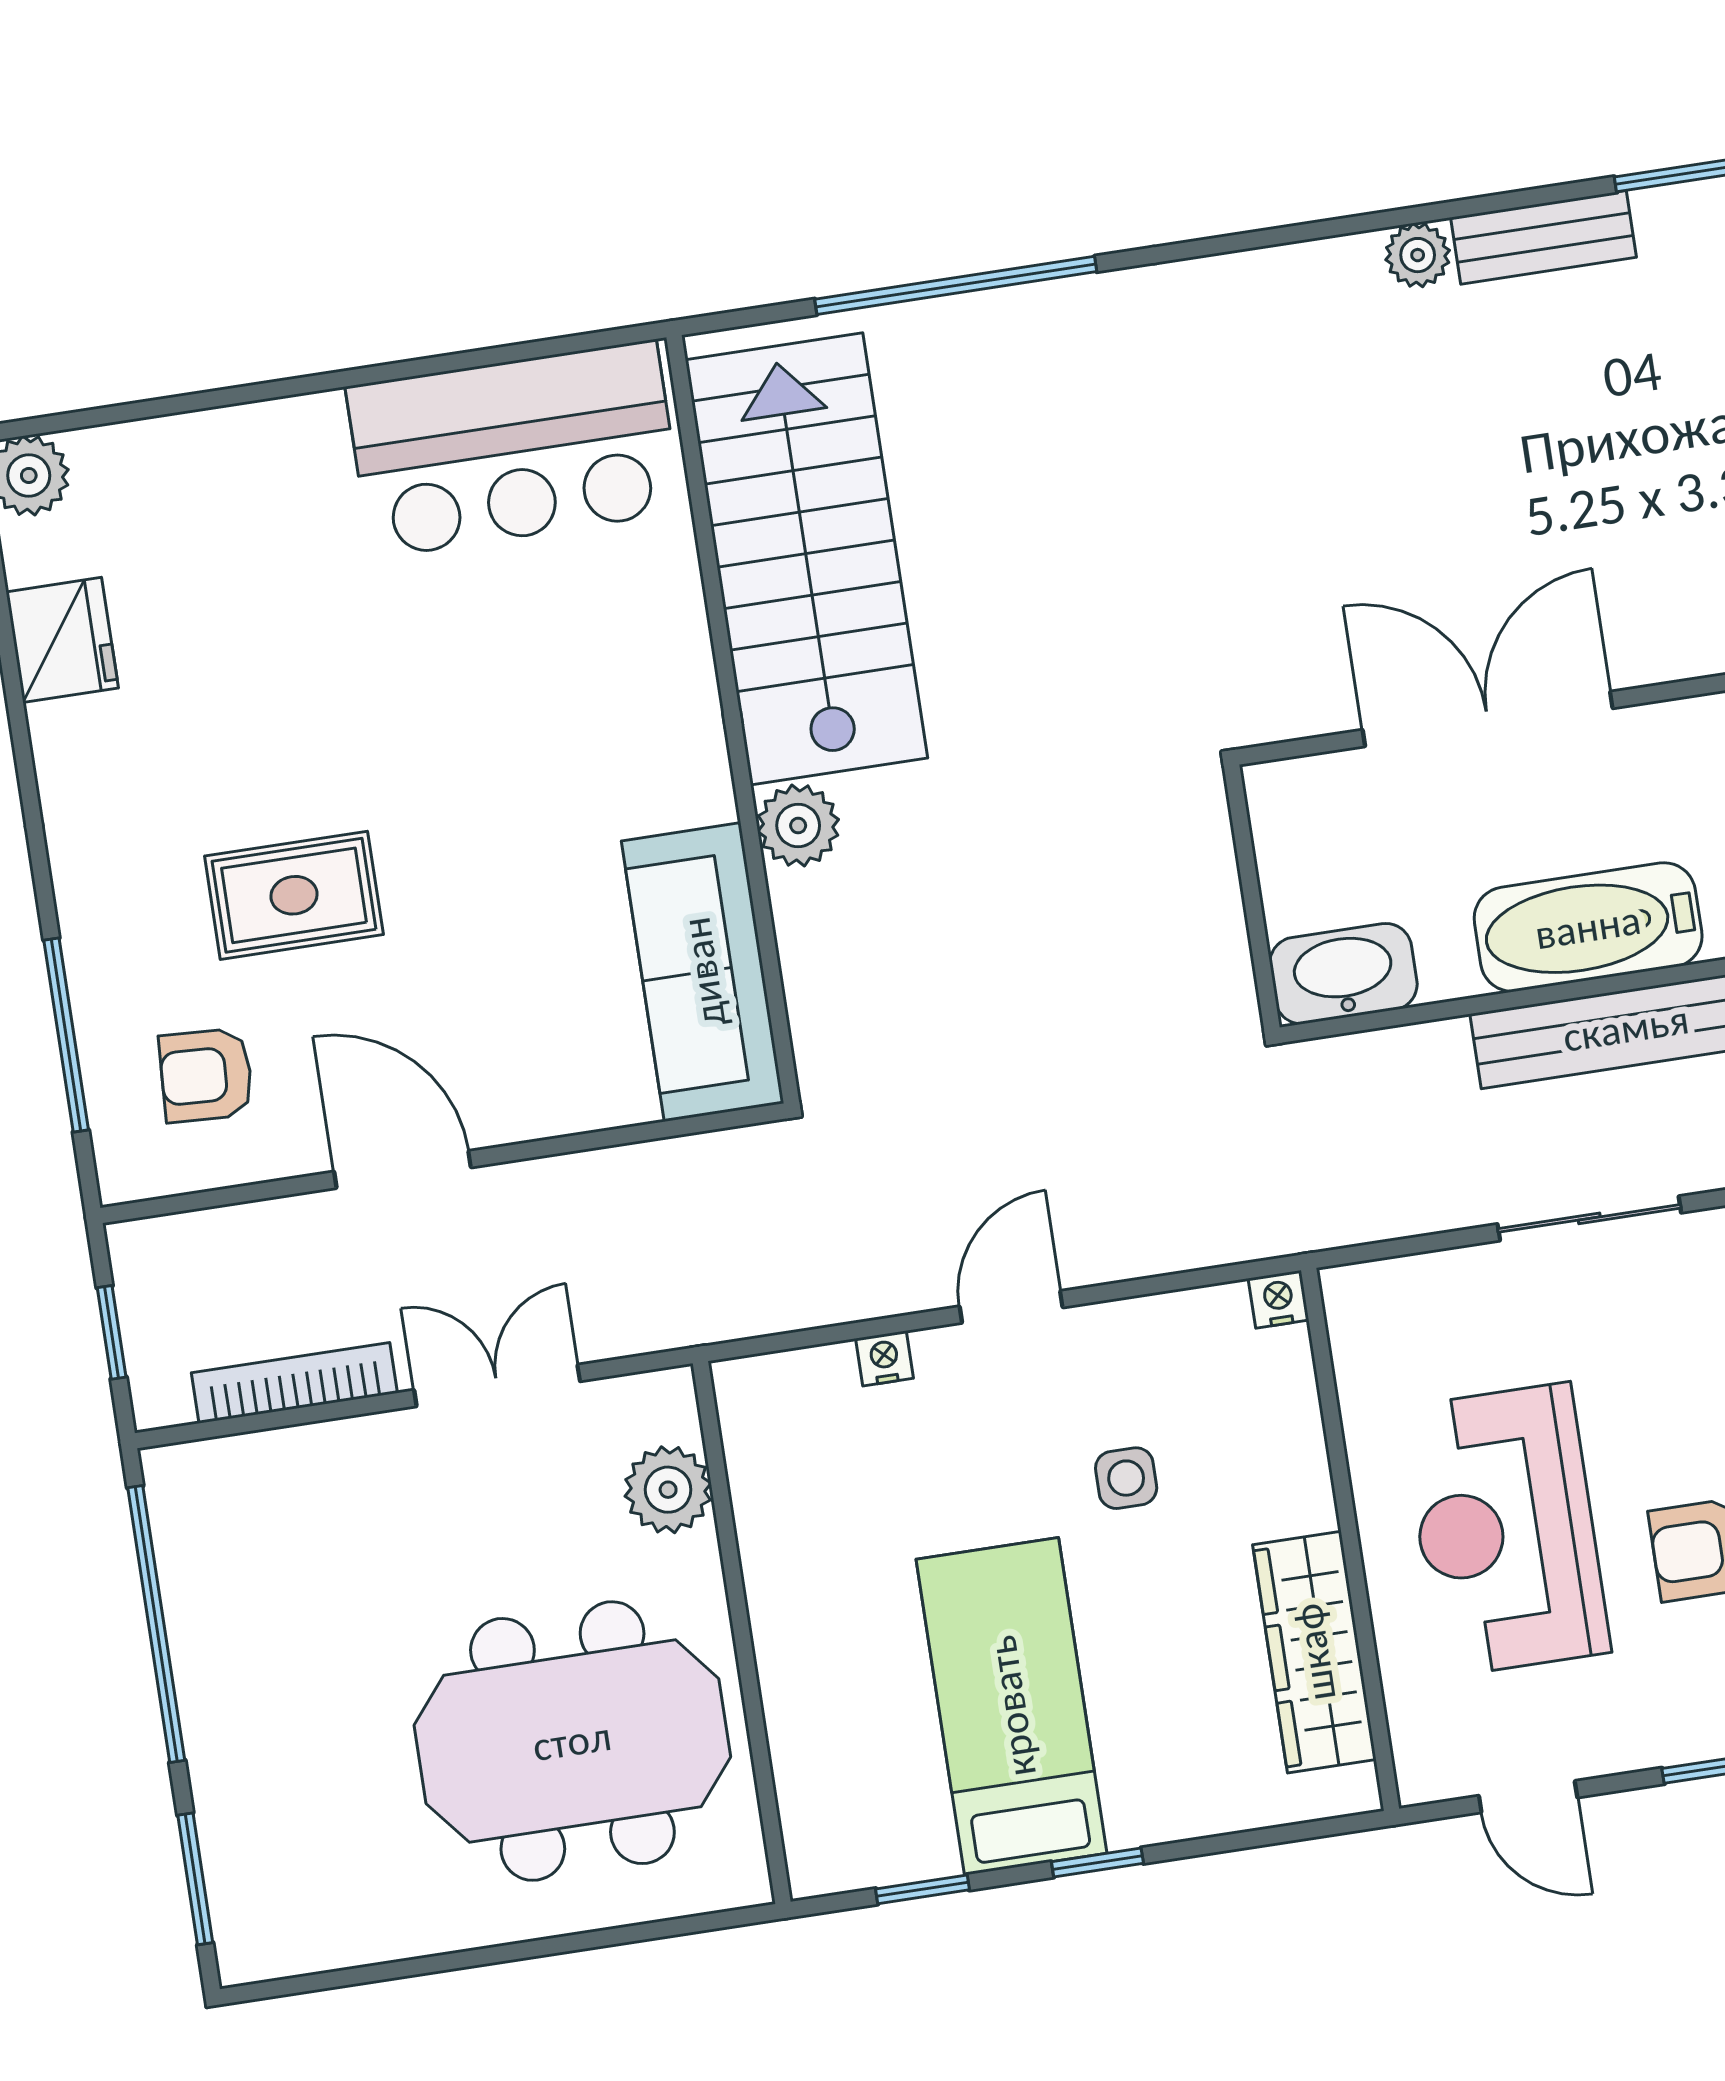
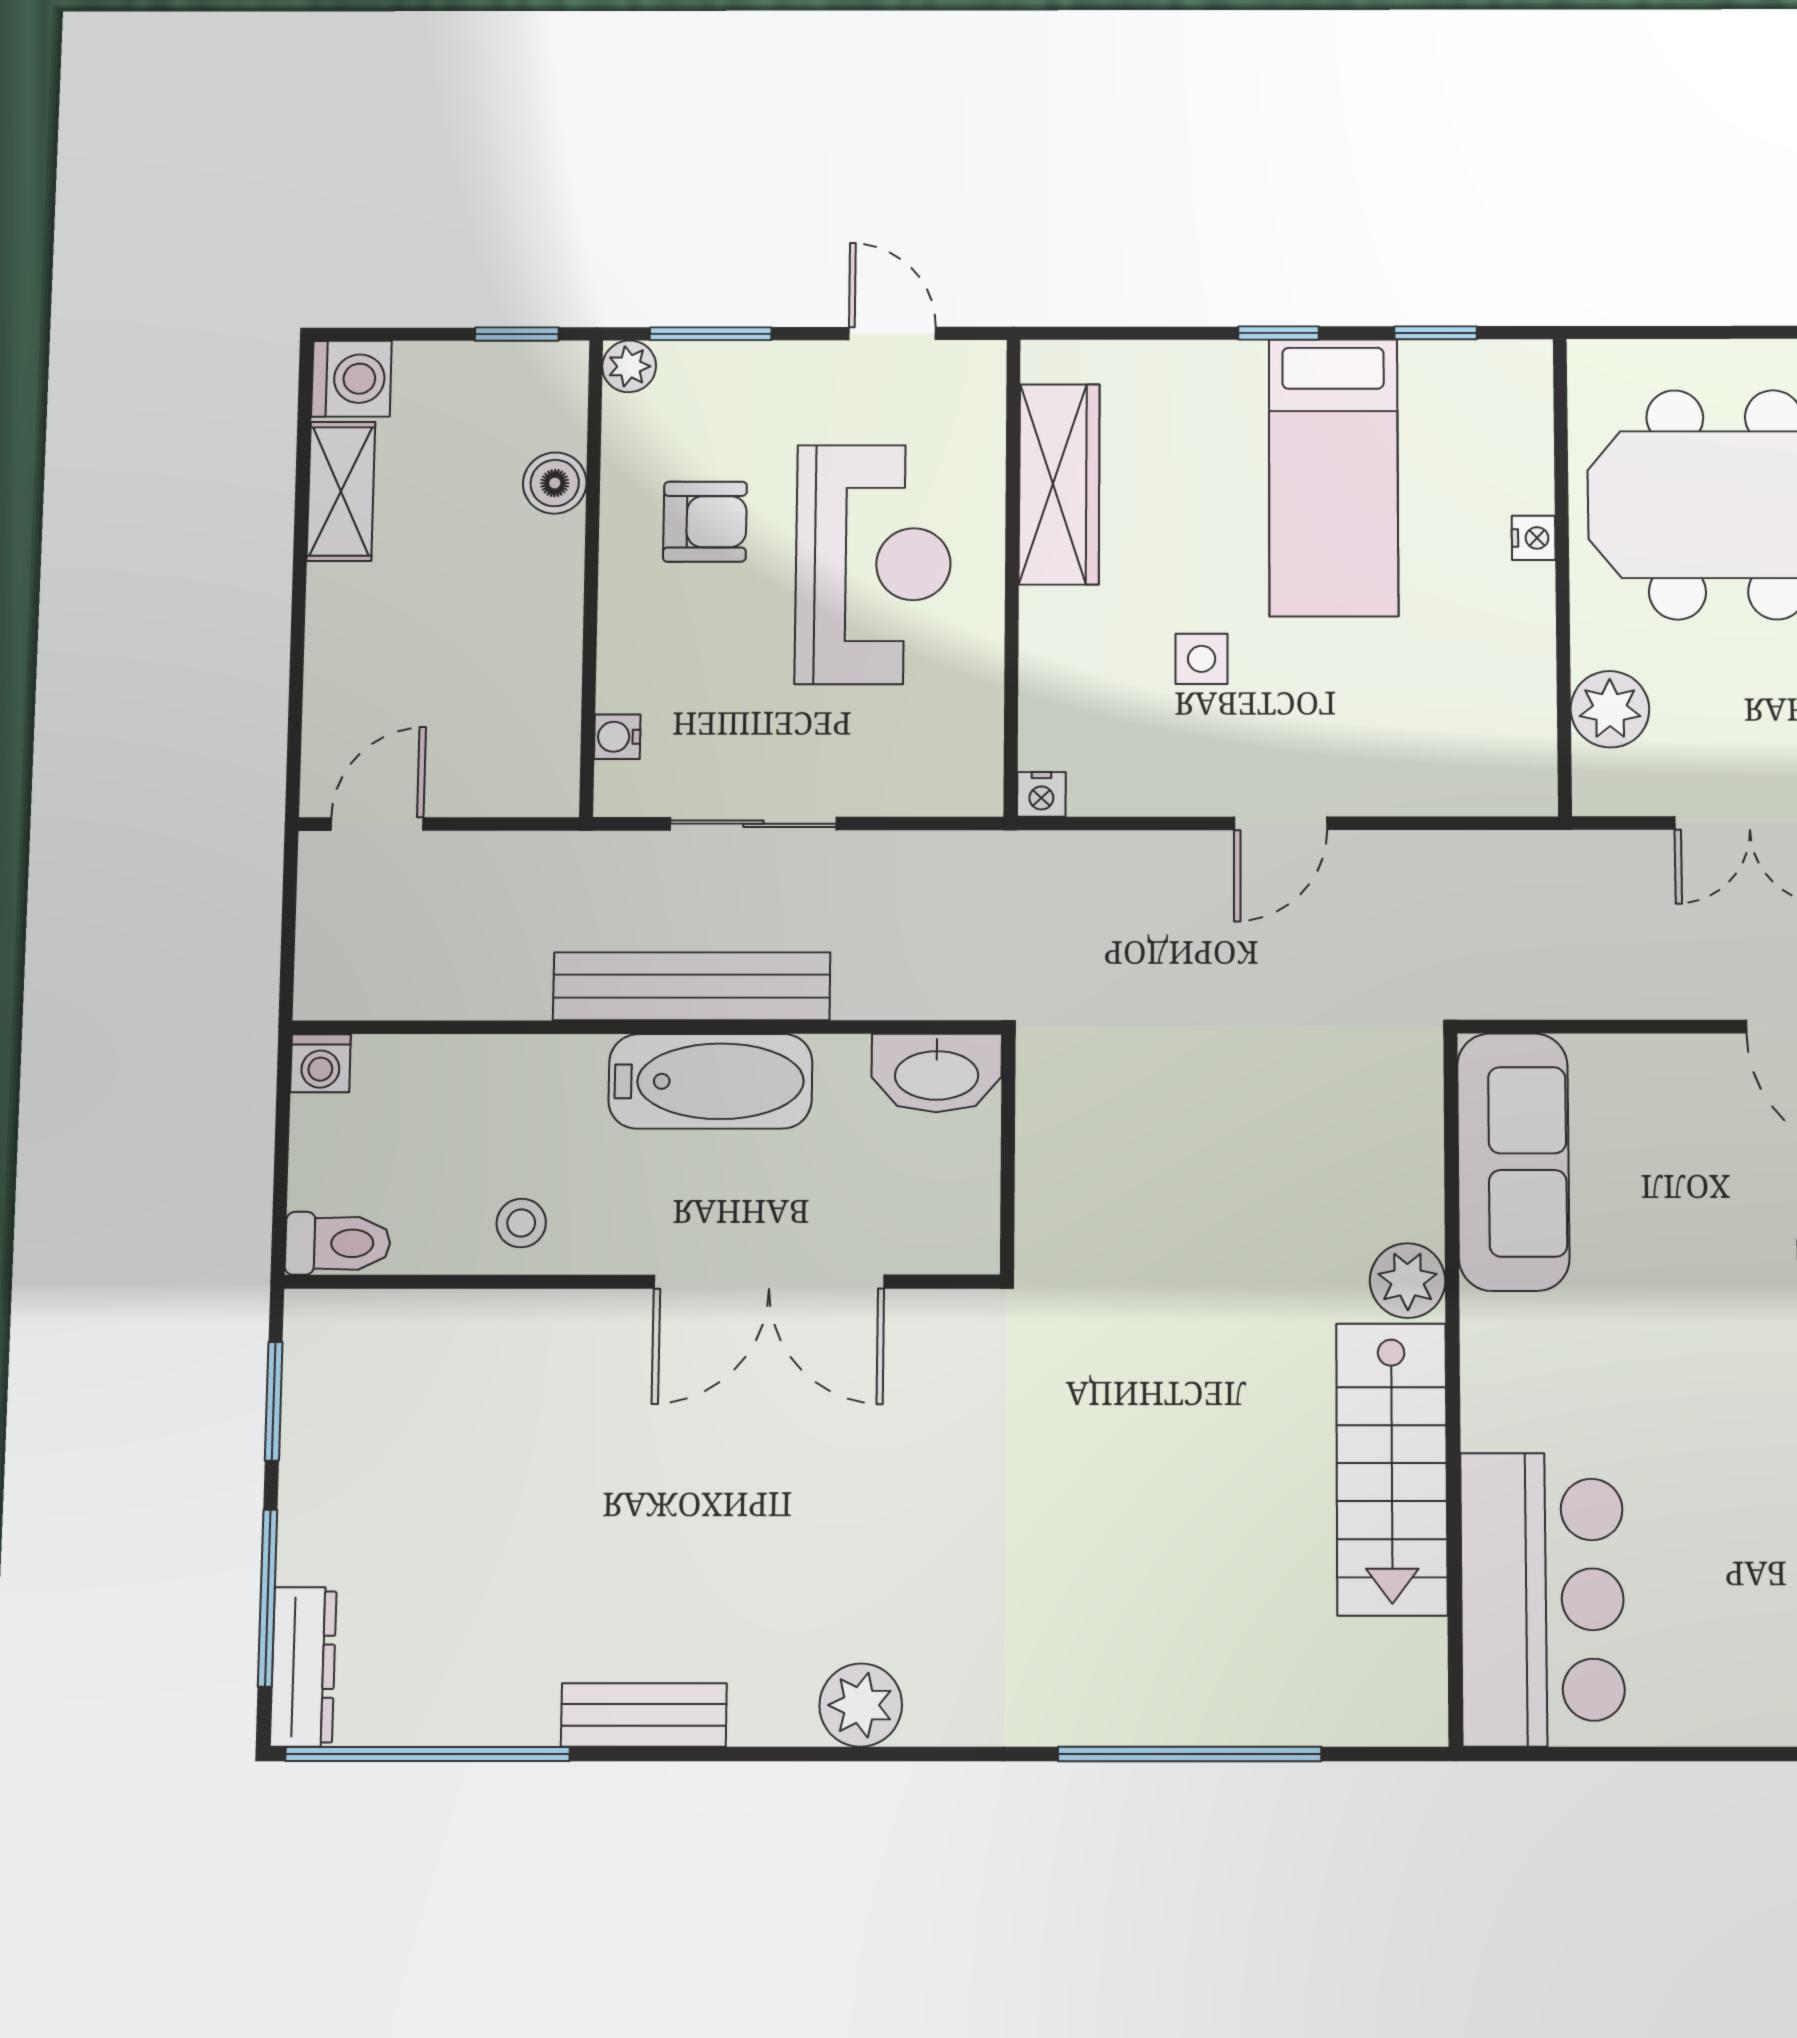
plant: (1418, 255) -> (861, 1705), moved, width x1.38, depth x1.38
bar counter: (514, 449) -> (1542, 1599), moved, turned 90
stairs: (807, 559) -> (1392, 1469), width x0.73, depth x0.66
nightstand: (884, 1358) -> (1534, 538), moved, turned -90

